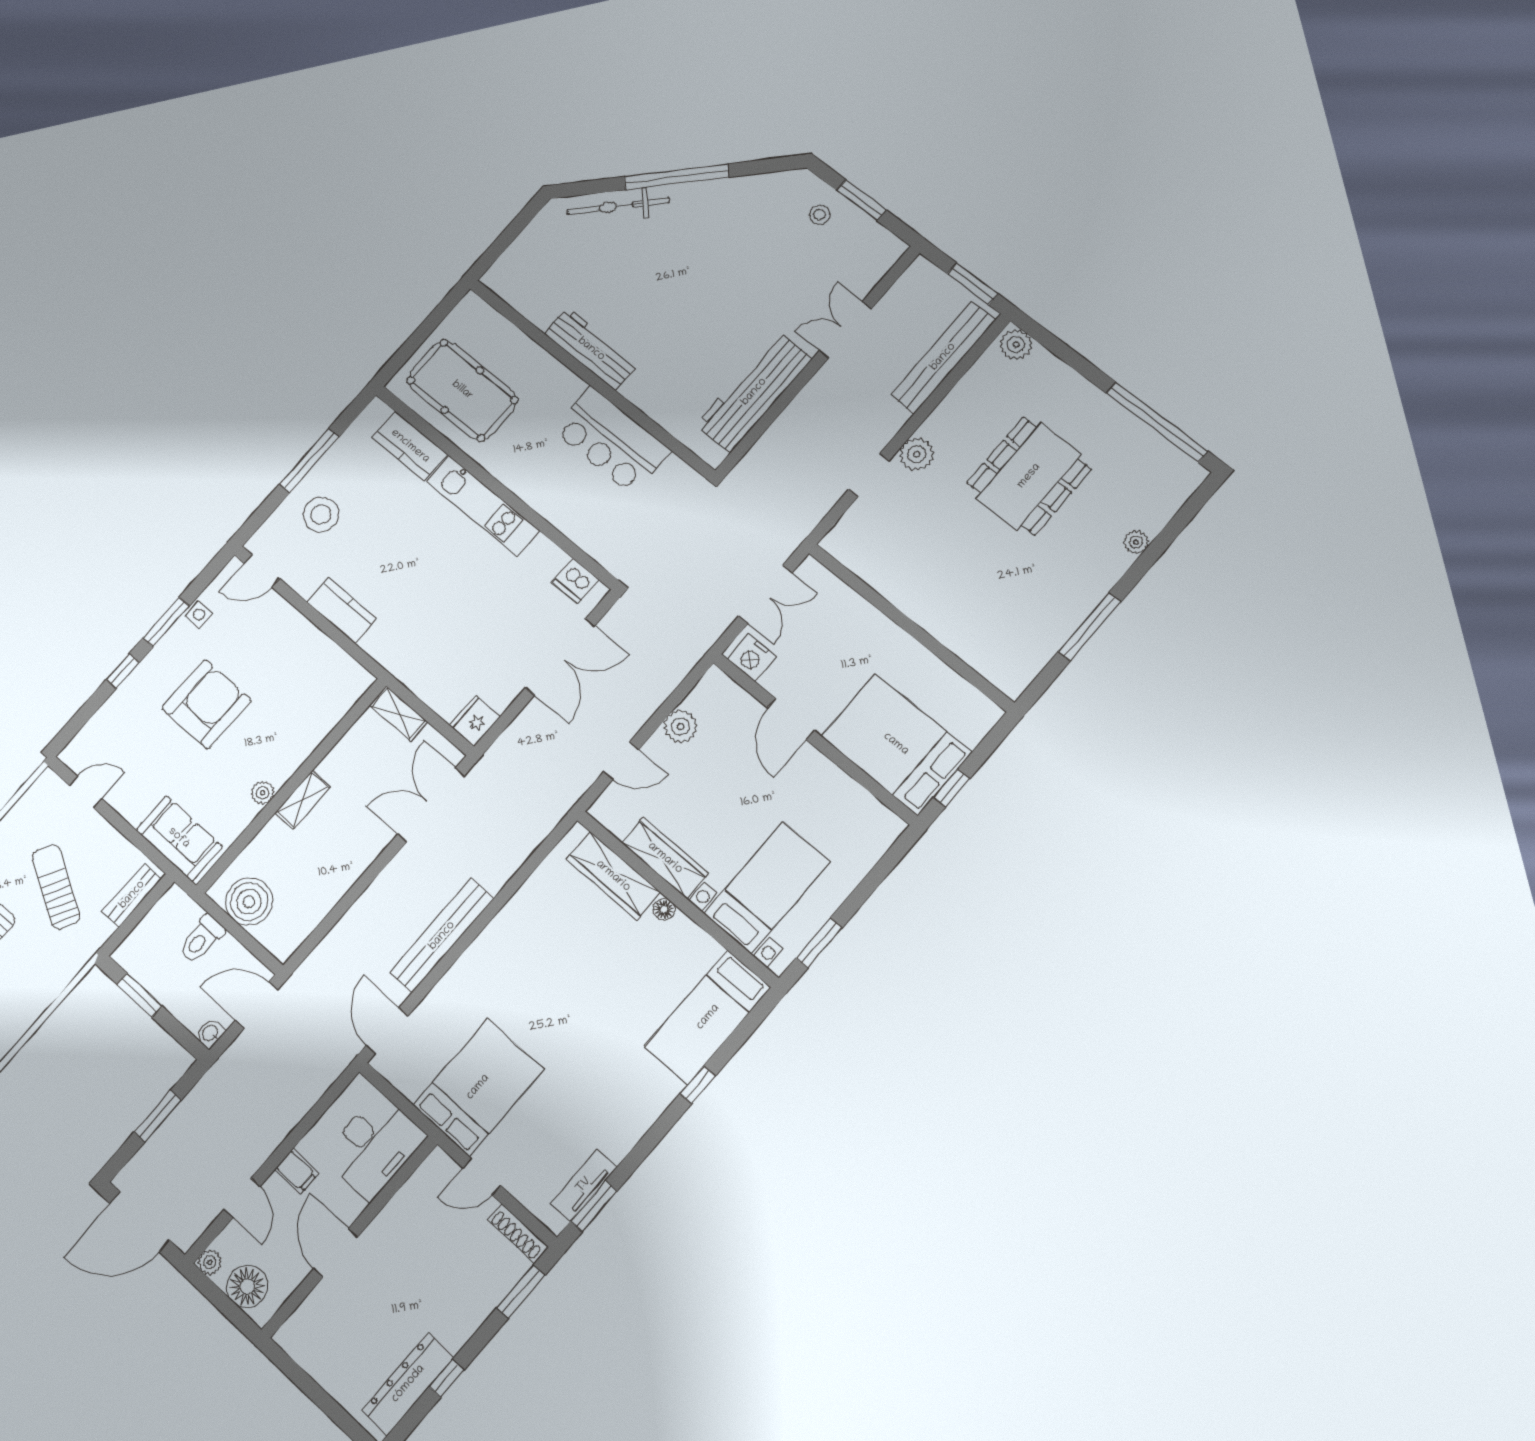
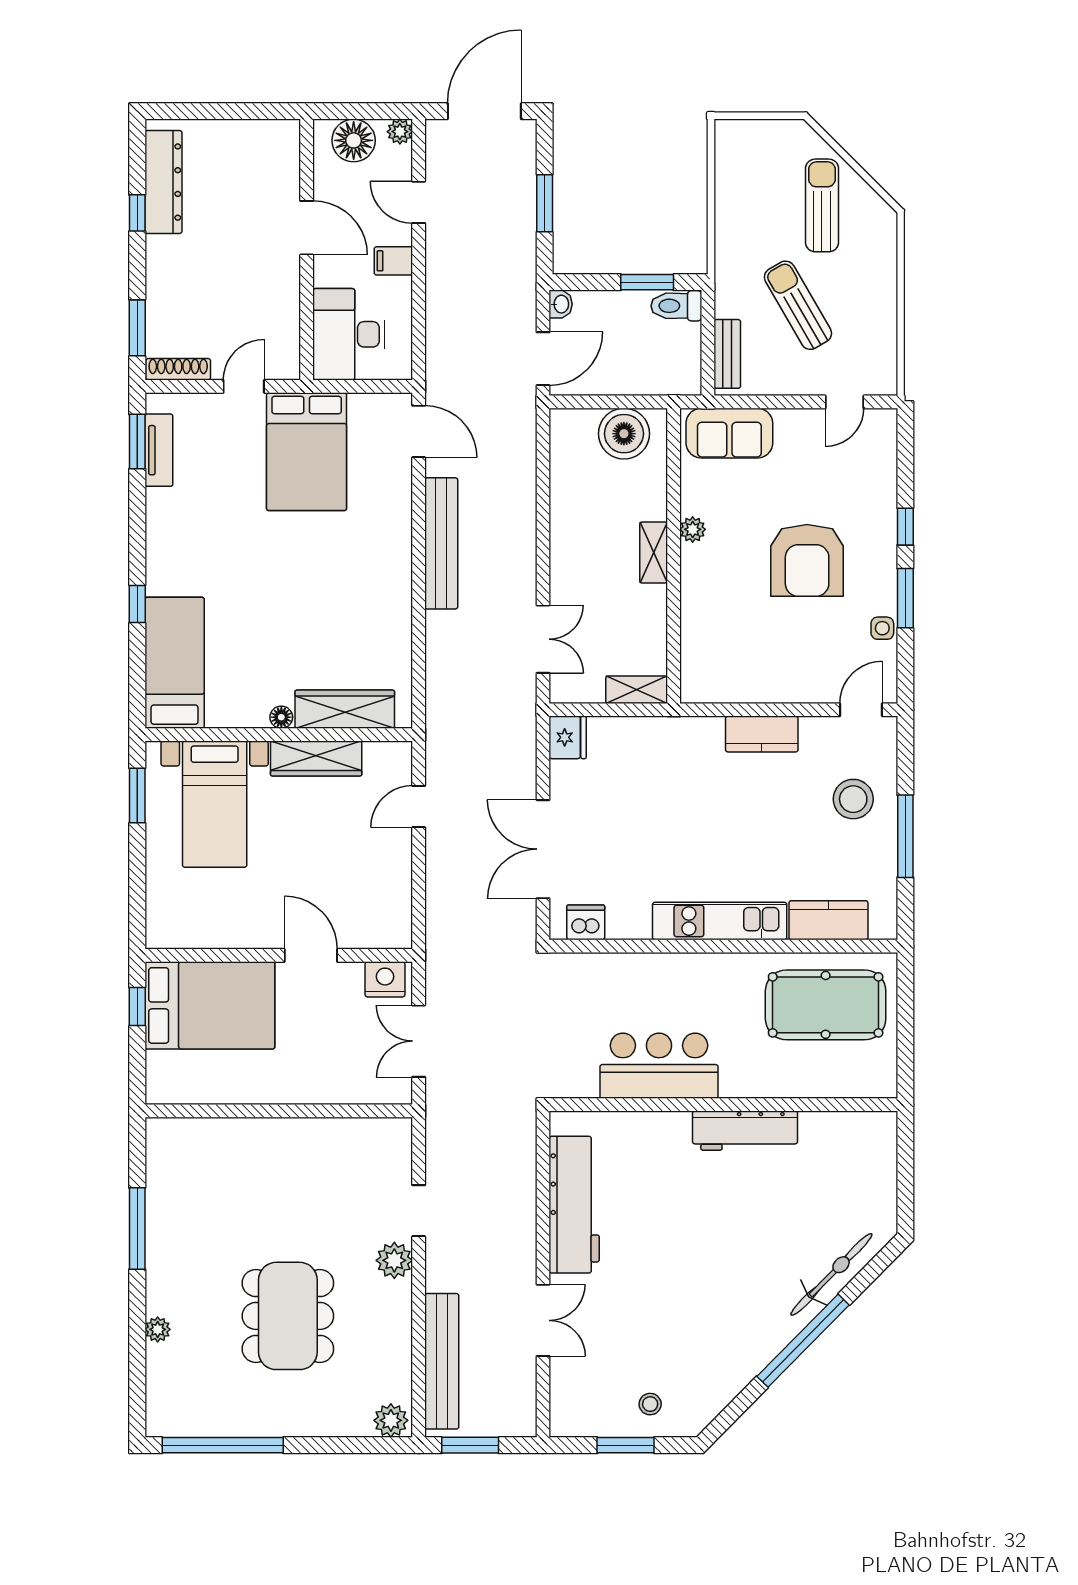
plant: (681, 726) -> (395, 875), removed
double door: (431, 805) -> (543, 639), width x0.73
sun lounger: (56, 887) -> (798, 305), turned -149
toilet: (201, 939) -> (676, 306), moved, turned -90

